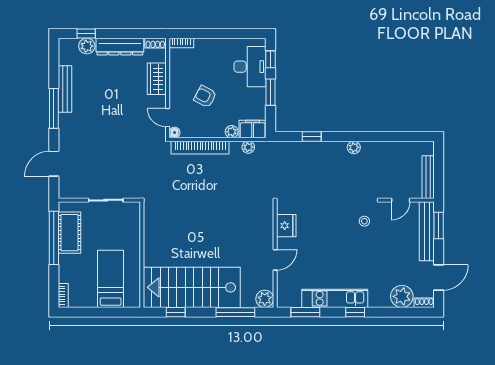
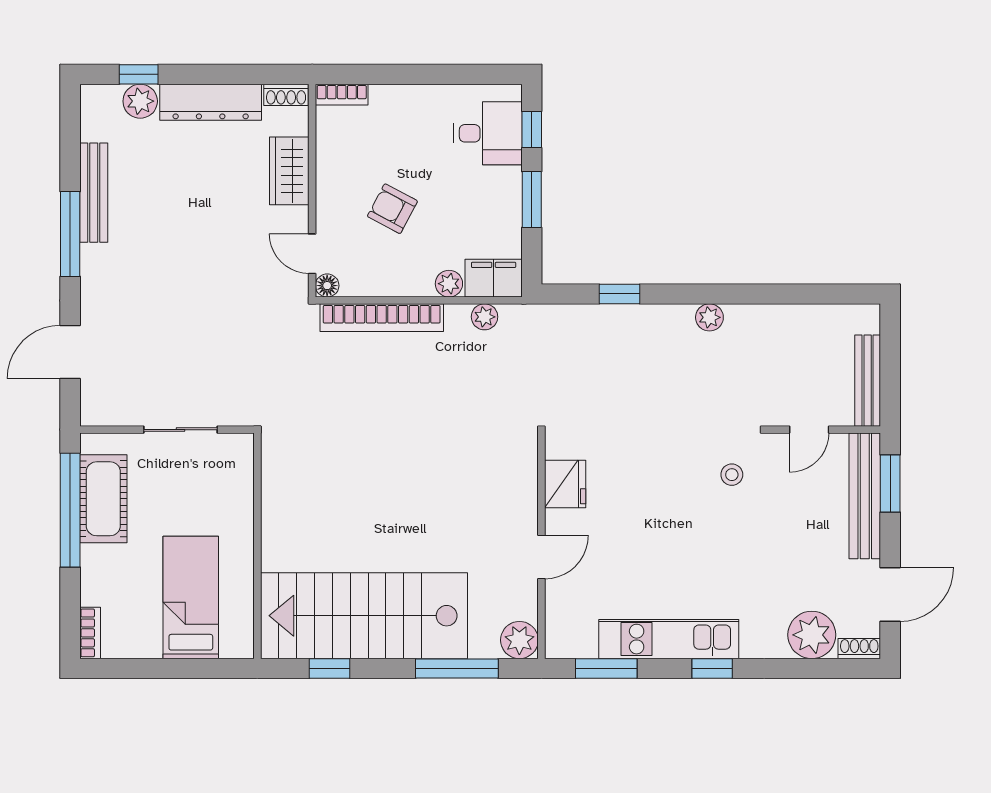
desk: (250, 67) -> (488, 133), width x0.73

